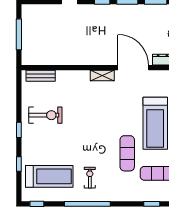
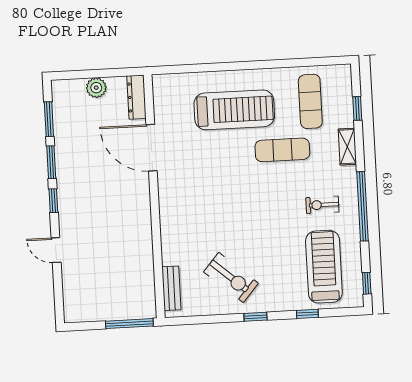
window: (19, 34) -> (129, 324), moved
door: (133, 68) -> (152, 148), hinge flipped
shelving: (102, 76) -> (347, 147), moved
exercise bike: (45, 115) -> (231, 278), turned 131

